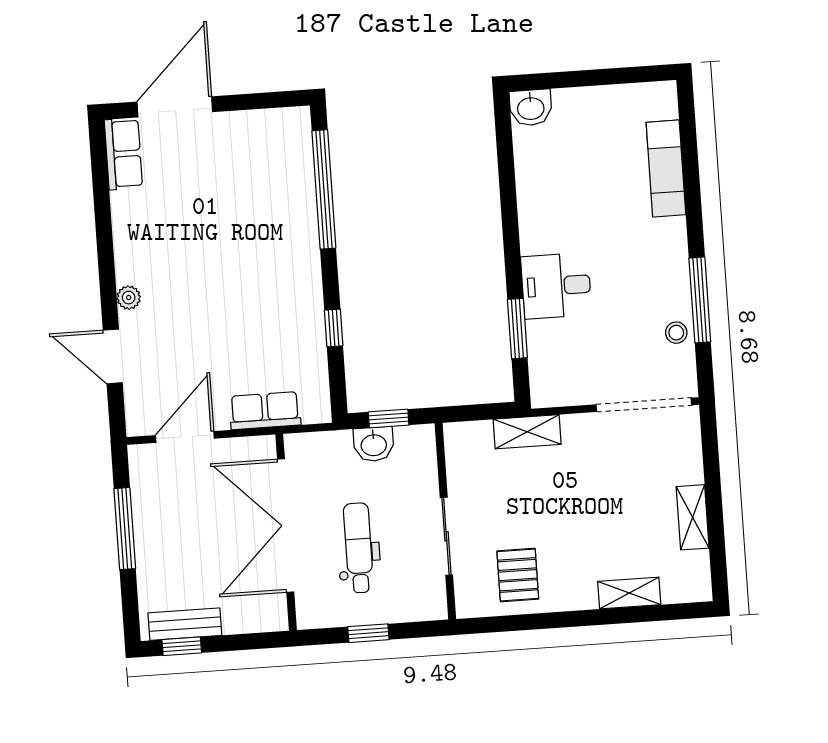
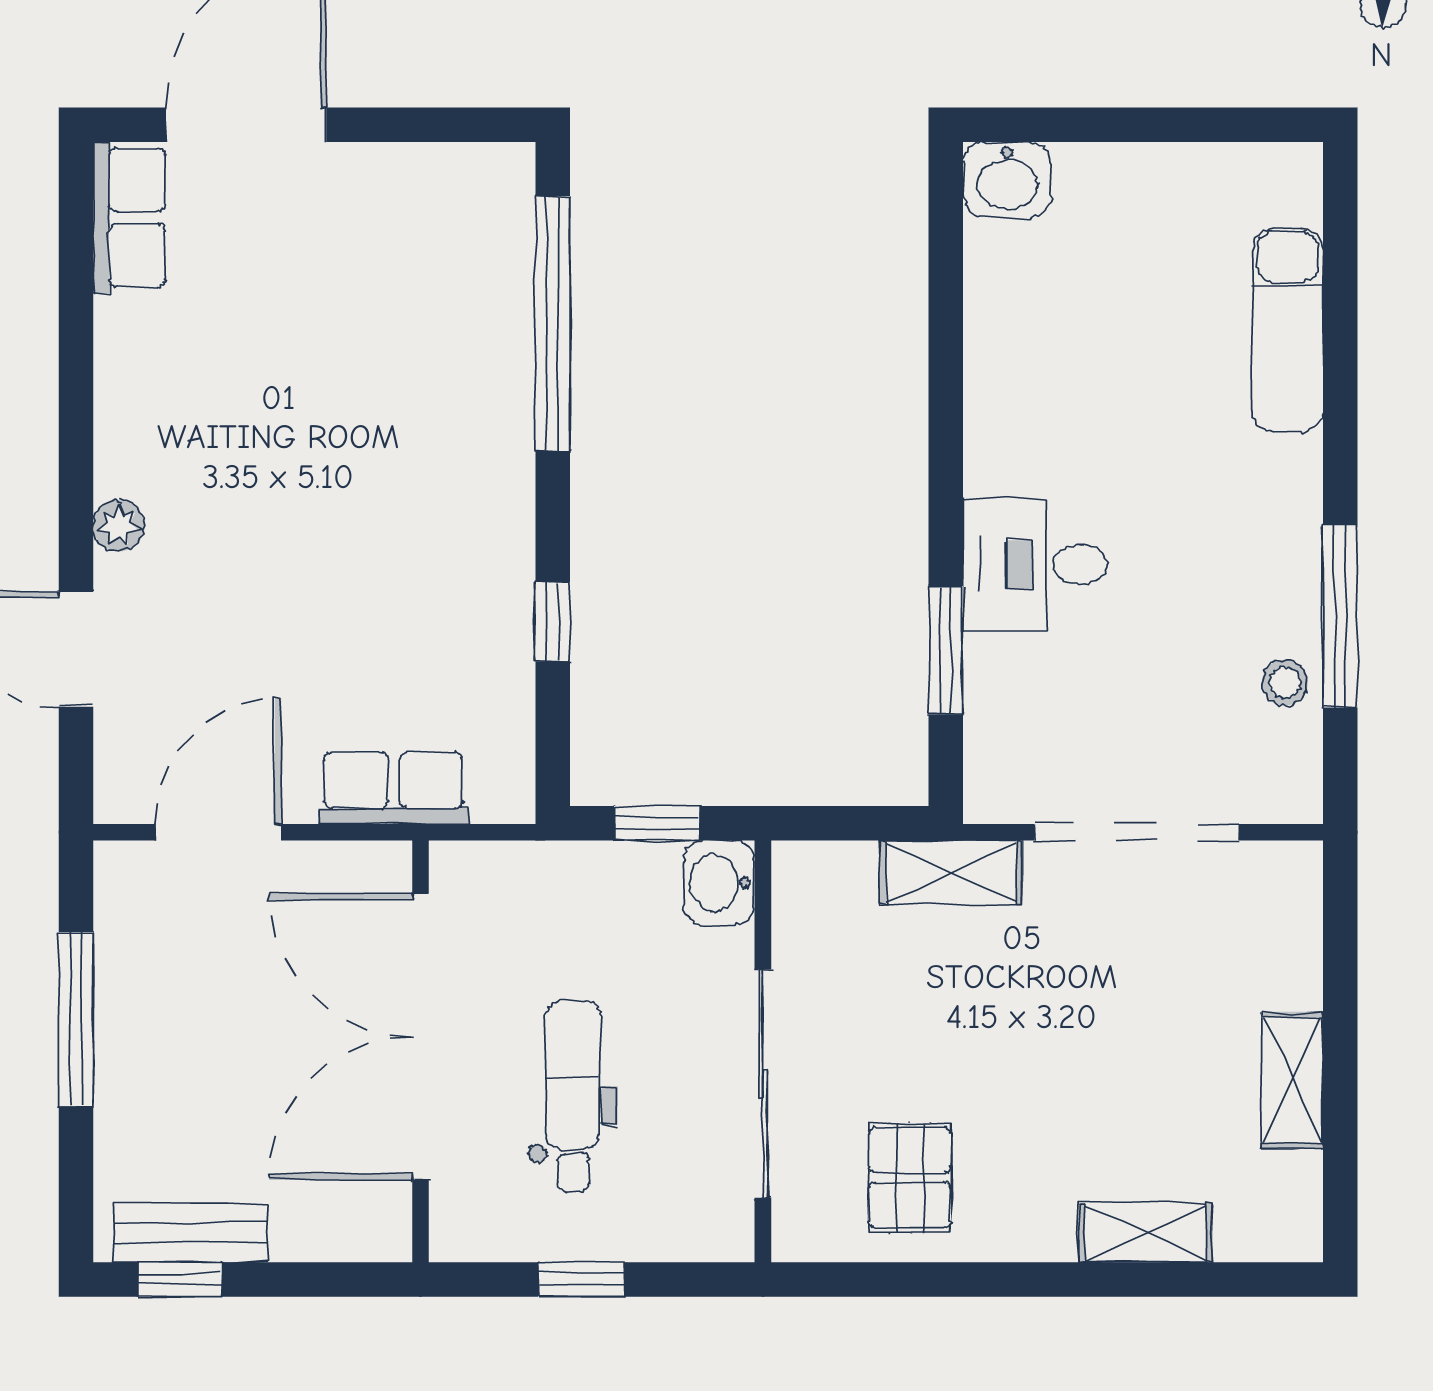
doorway: (644, 405) -> (1136, 832), moved
washbasin: (374, 444) -> (719, 883), moved, turned 90
sliding door: (446, 536) -> (763, 1084), width x1.37

